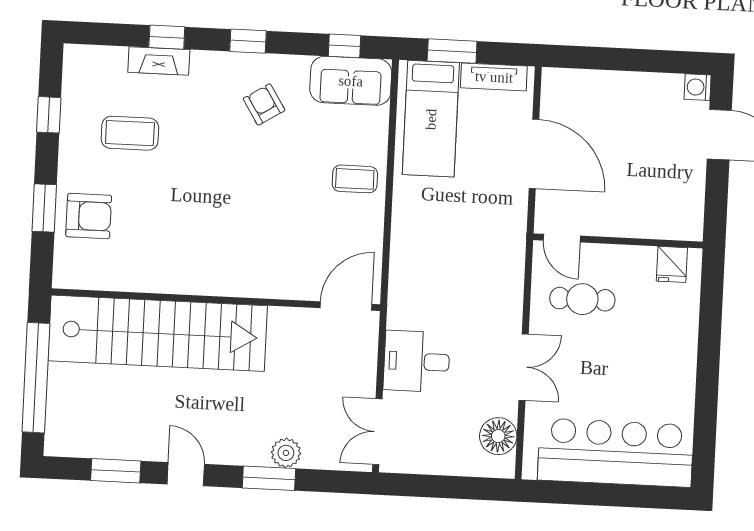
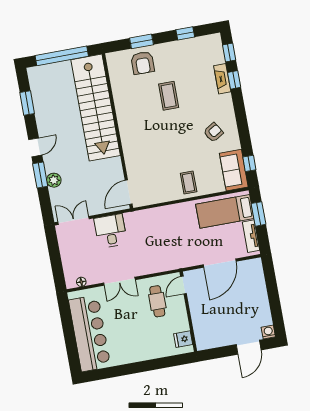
window: (248, 41) -> (229, 52), moved
coffee table: (130, 133) -> (169, 96), moved
door: (346, 306) -> (129, 192), swing flipped
floor lamp: (498, 436) -> (81, 282), width x0.53, depth x0.53
door: (186, 474) -> (35, 147), moved

